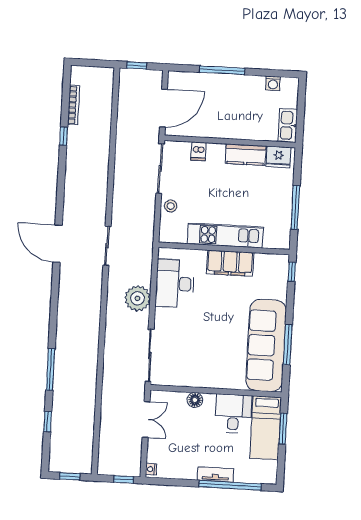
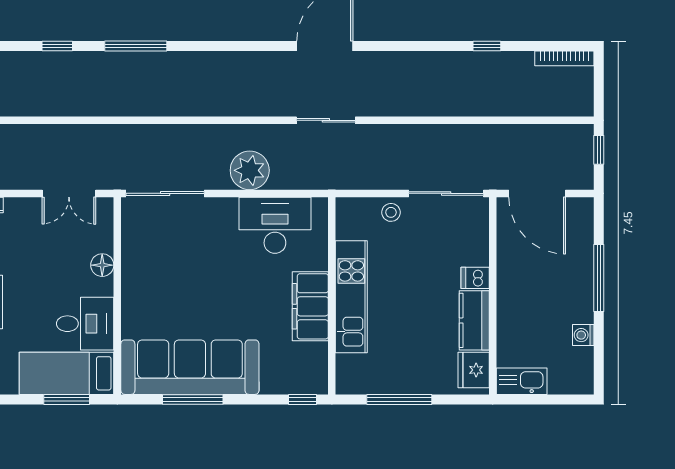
washing machine: (273, 83) -> (583, 335), moved
bookcase: (74, 105) -> (564, 58), moved
dishwasher: (198, 151) -> (475, 278), moved

